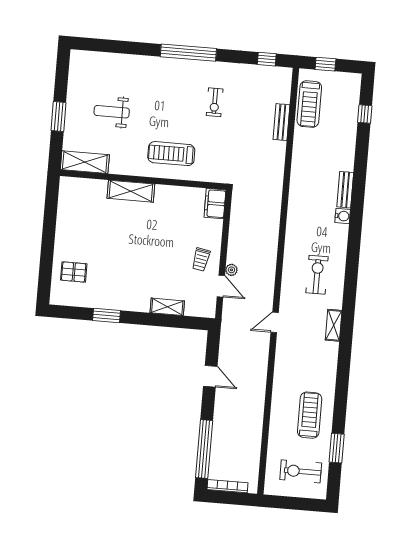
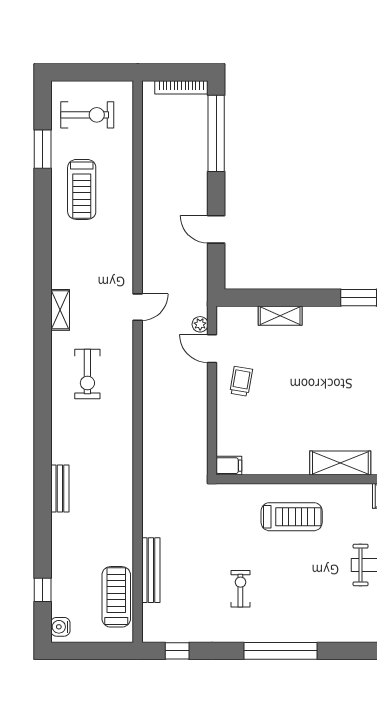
window: (325, 64) -> (100, 651), removed
bench: (281, 122) -> (151, 570), width x1.36
filing cabinet: (215, 204) -> (229, 466), width x0.50
water cooler: (343, 216) -> (60, 627), moved
plant: (231, 270) -> (200, 324), moved

